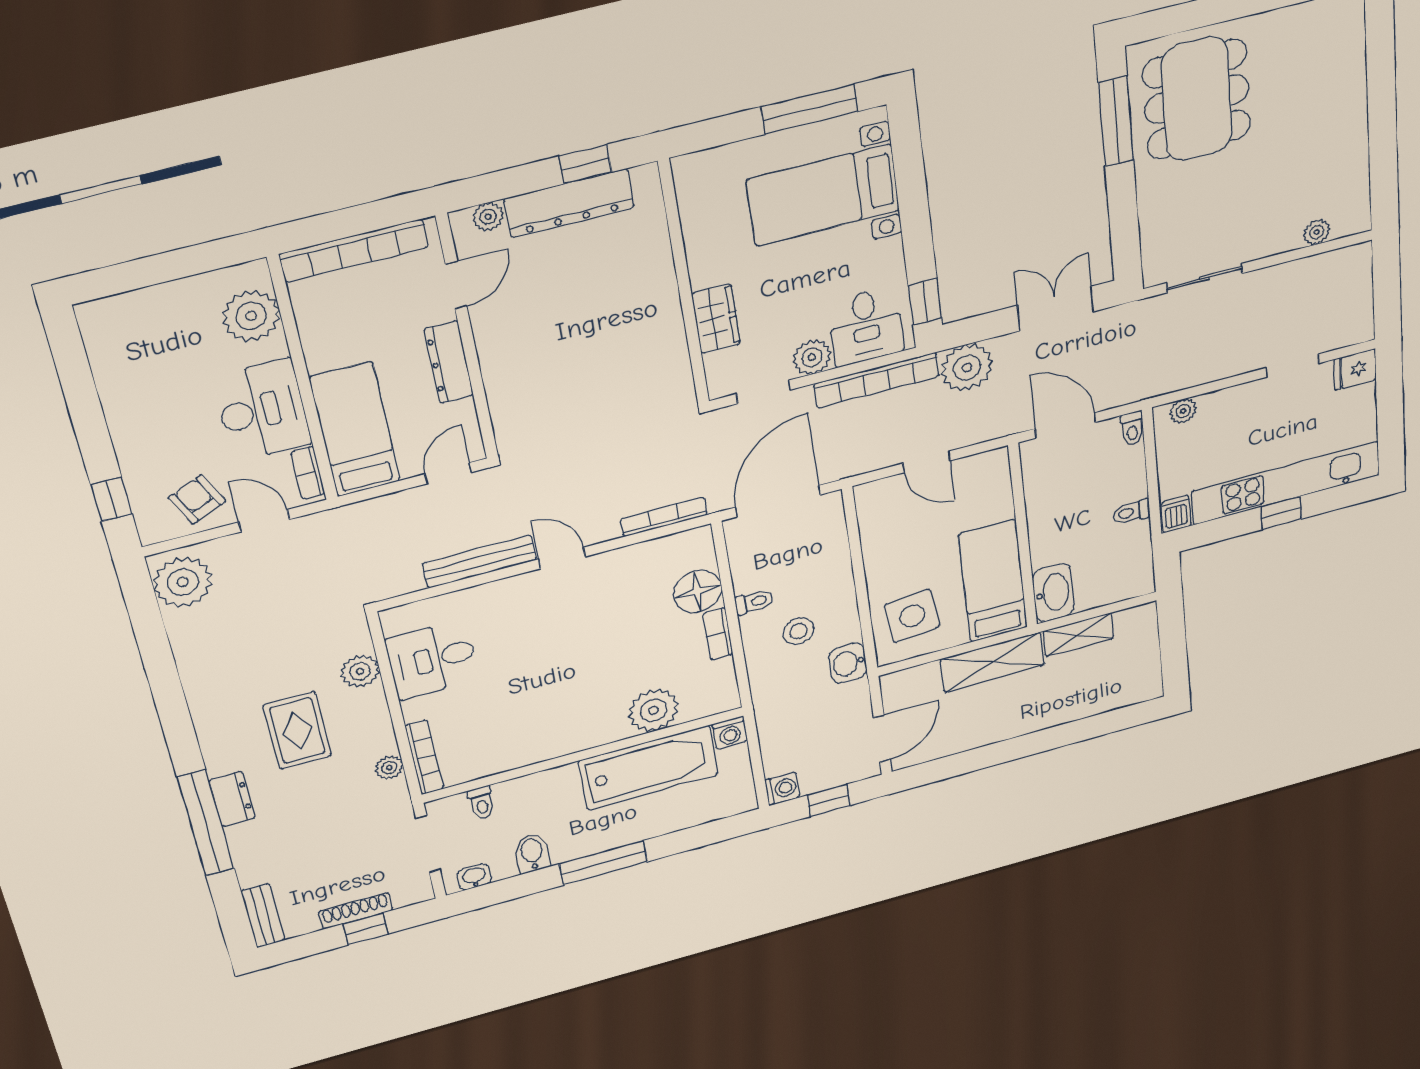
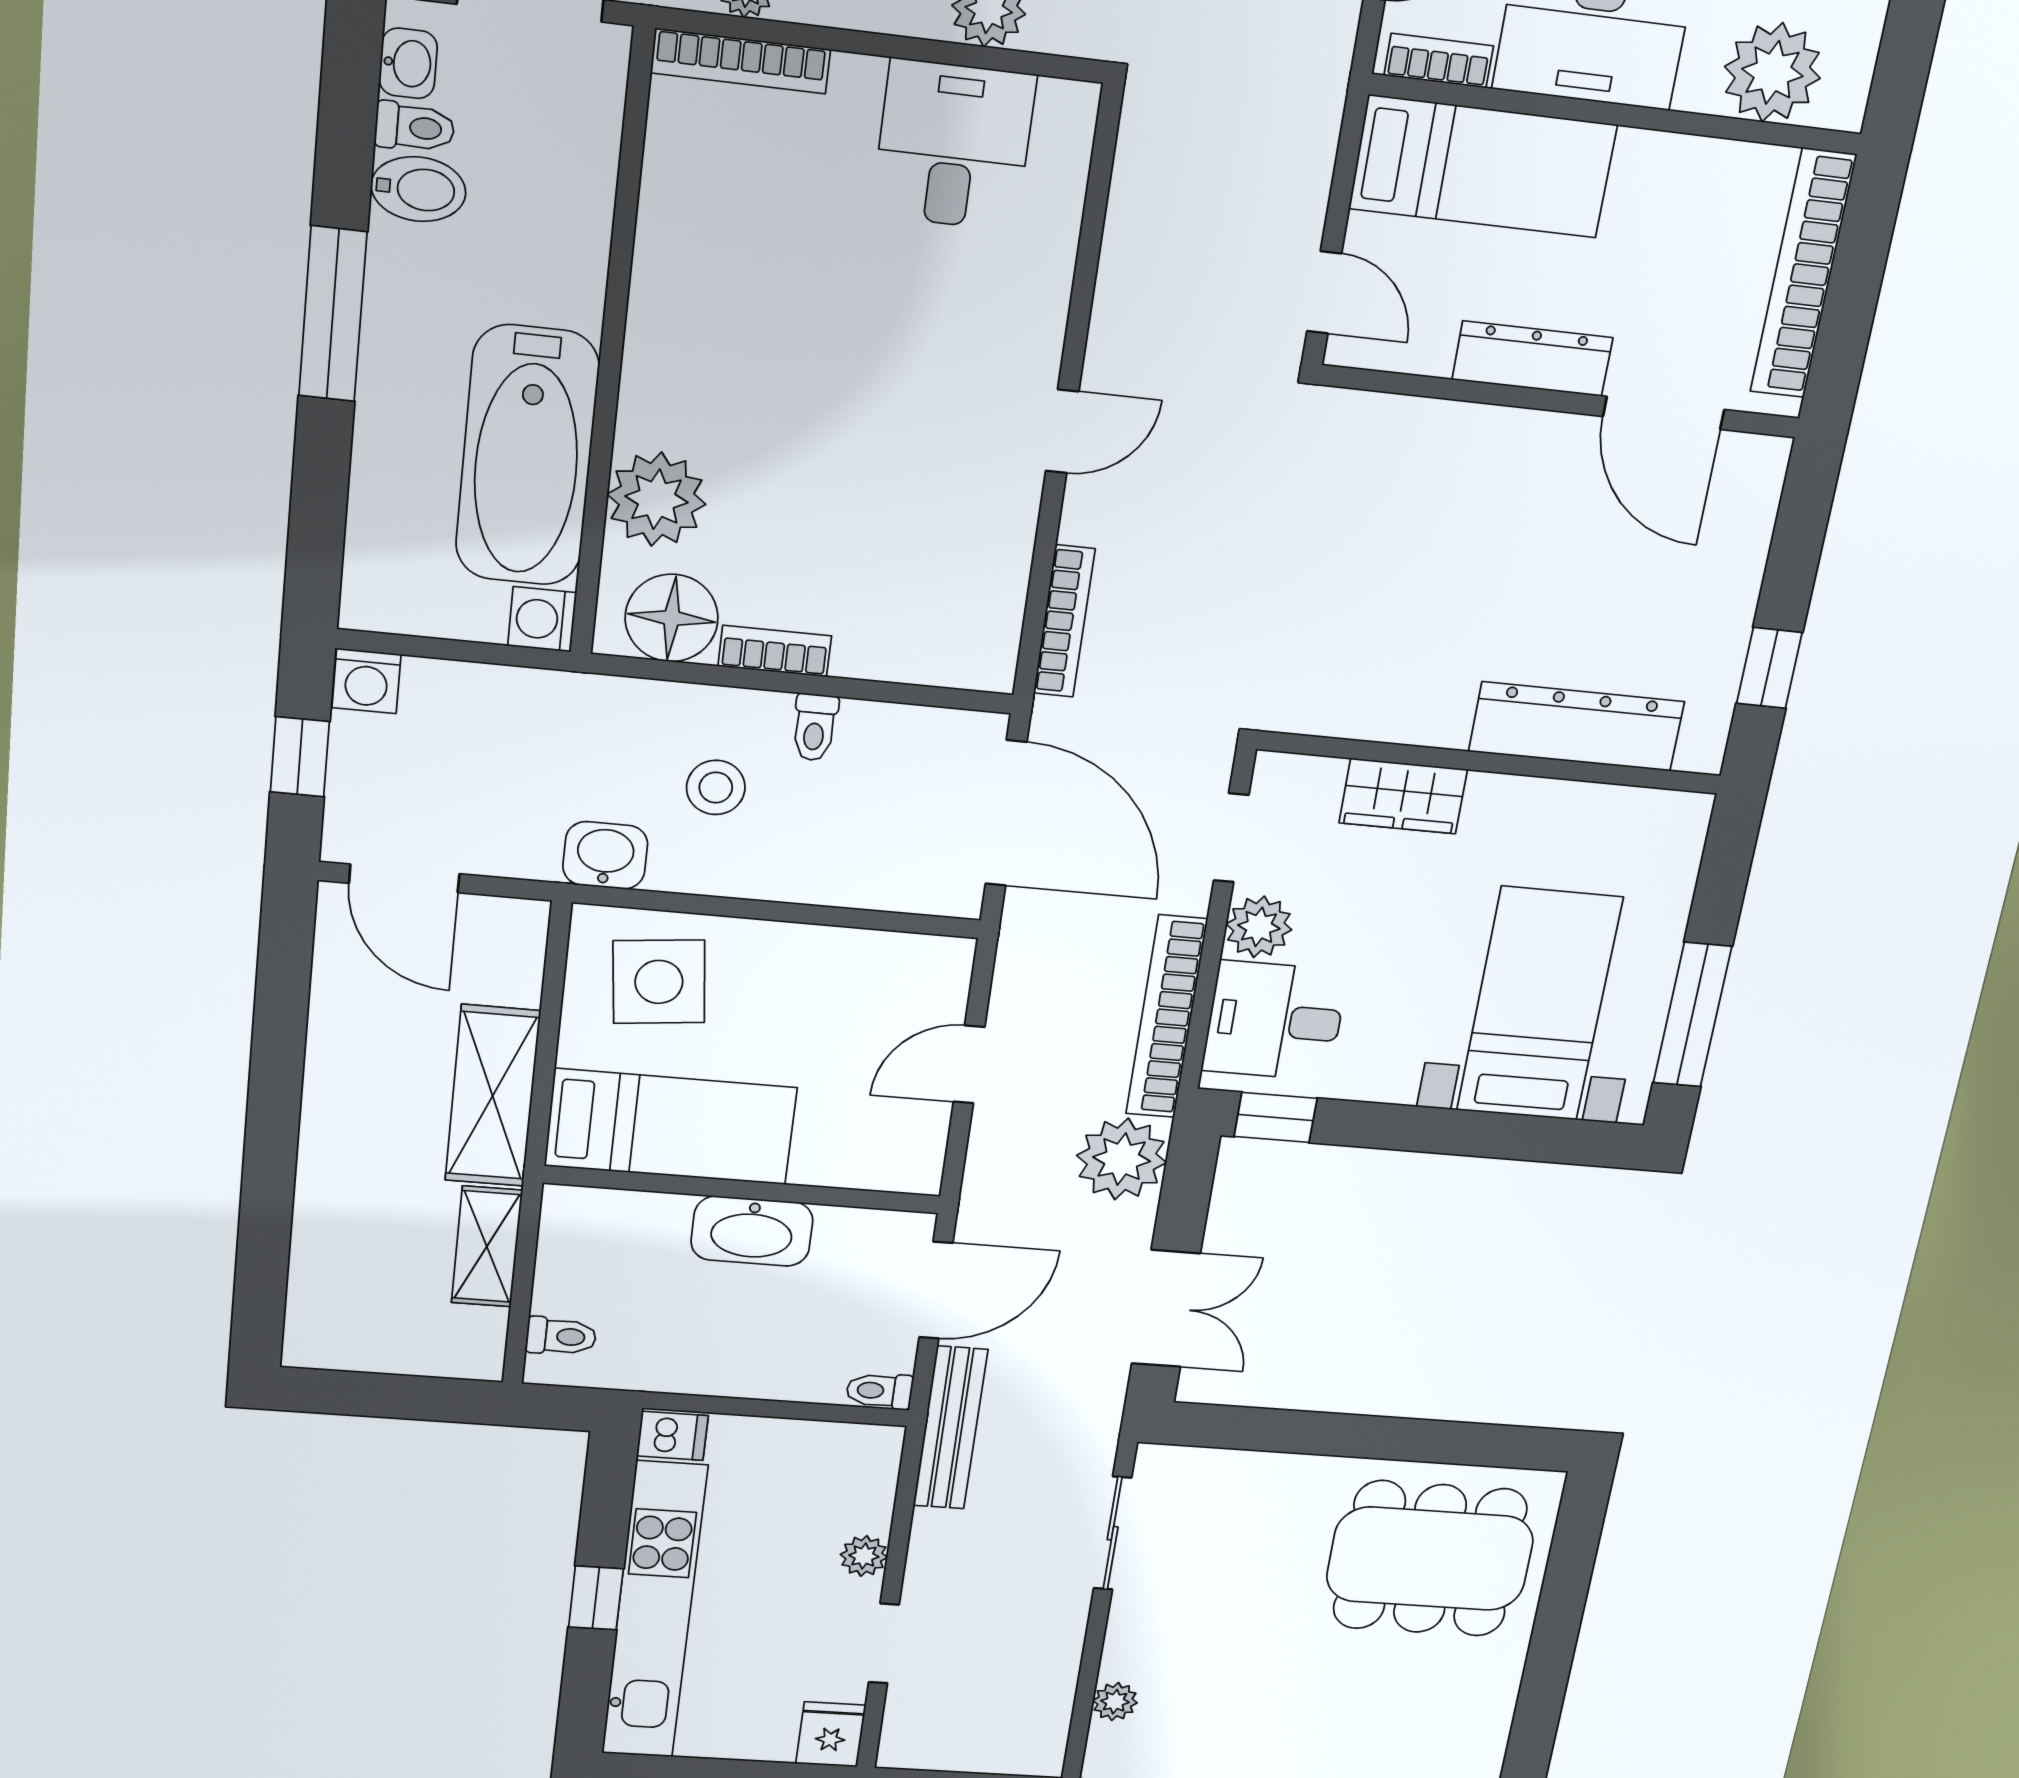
window: (1116, 122) -> (1450, 1443), removed
dresser: (569, 203) -> (1577, 727), moved, turned 90
plant: (488, 217) -> (1756, 497), removed
door: (456, 285) -> (1664, 413), width x1.38
plant: (1183, 411) -> (864, 1556), moved
toilet: (1131, 512) -> (561, 1336), moved, turned 90
bench: (480, 562) -> (950, 1428), moved
floor lamp: (698, 591) -> (672, 618), moved
washbasin: (1053, 593) -> (752, 1231), moved
toilet: (482, 803) -> (415, 127), moved, turned 180

